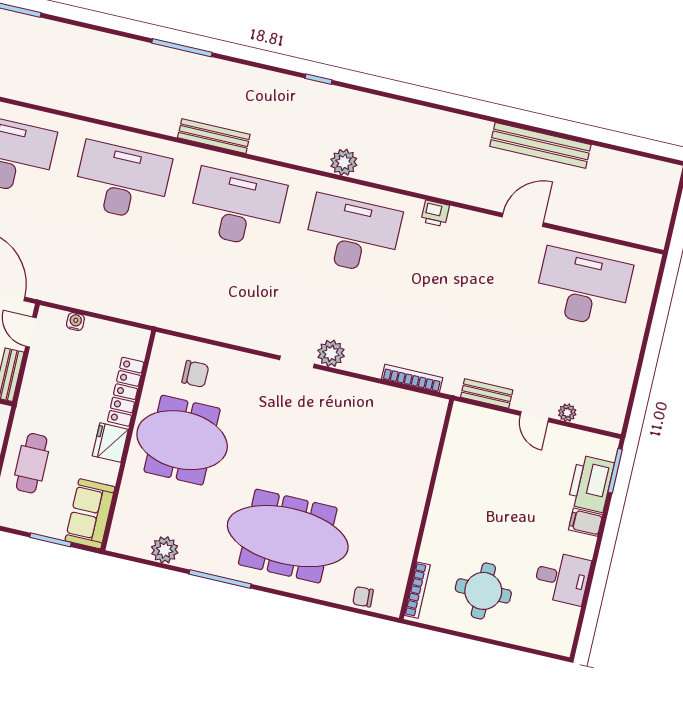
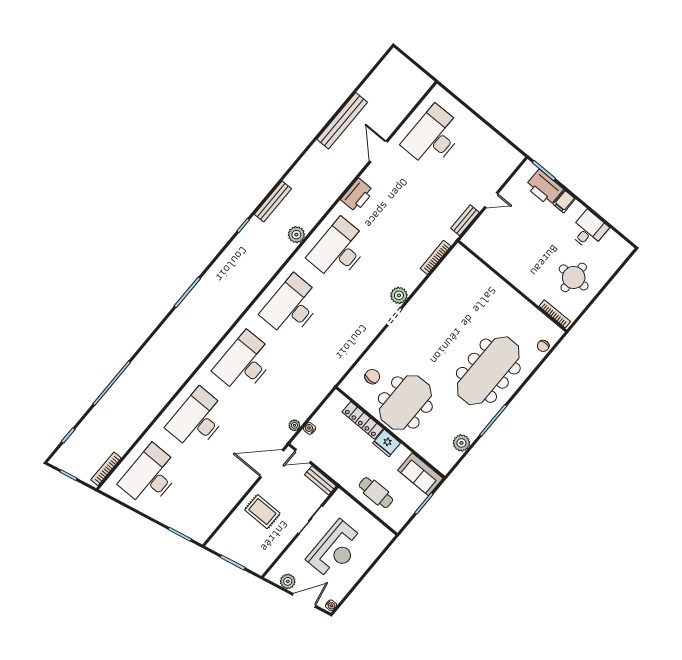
bench: (214, 136) -> (273, 202), moved
printer: (435, 213) -> (357, 195), width x1.87, depth x1.48
plant: (567, 413) -> (294, 425), moved

